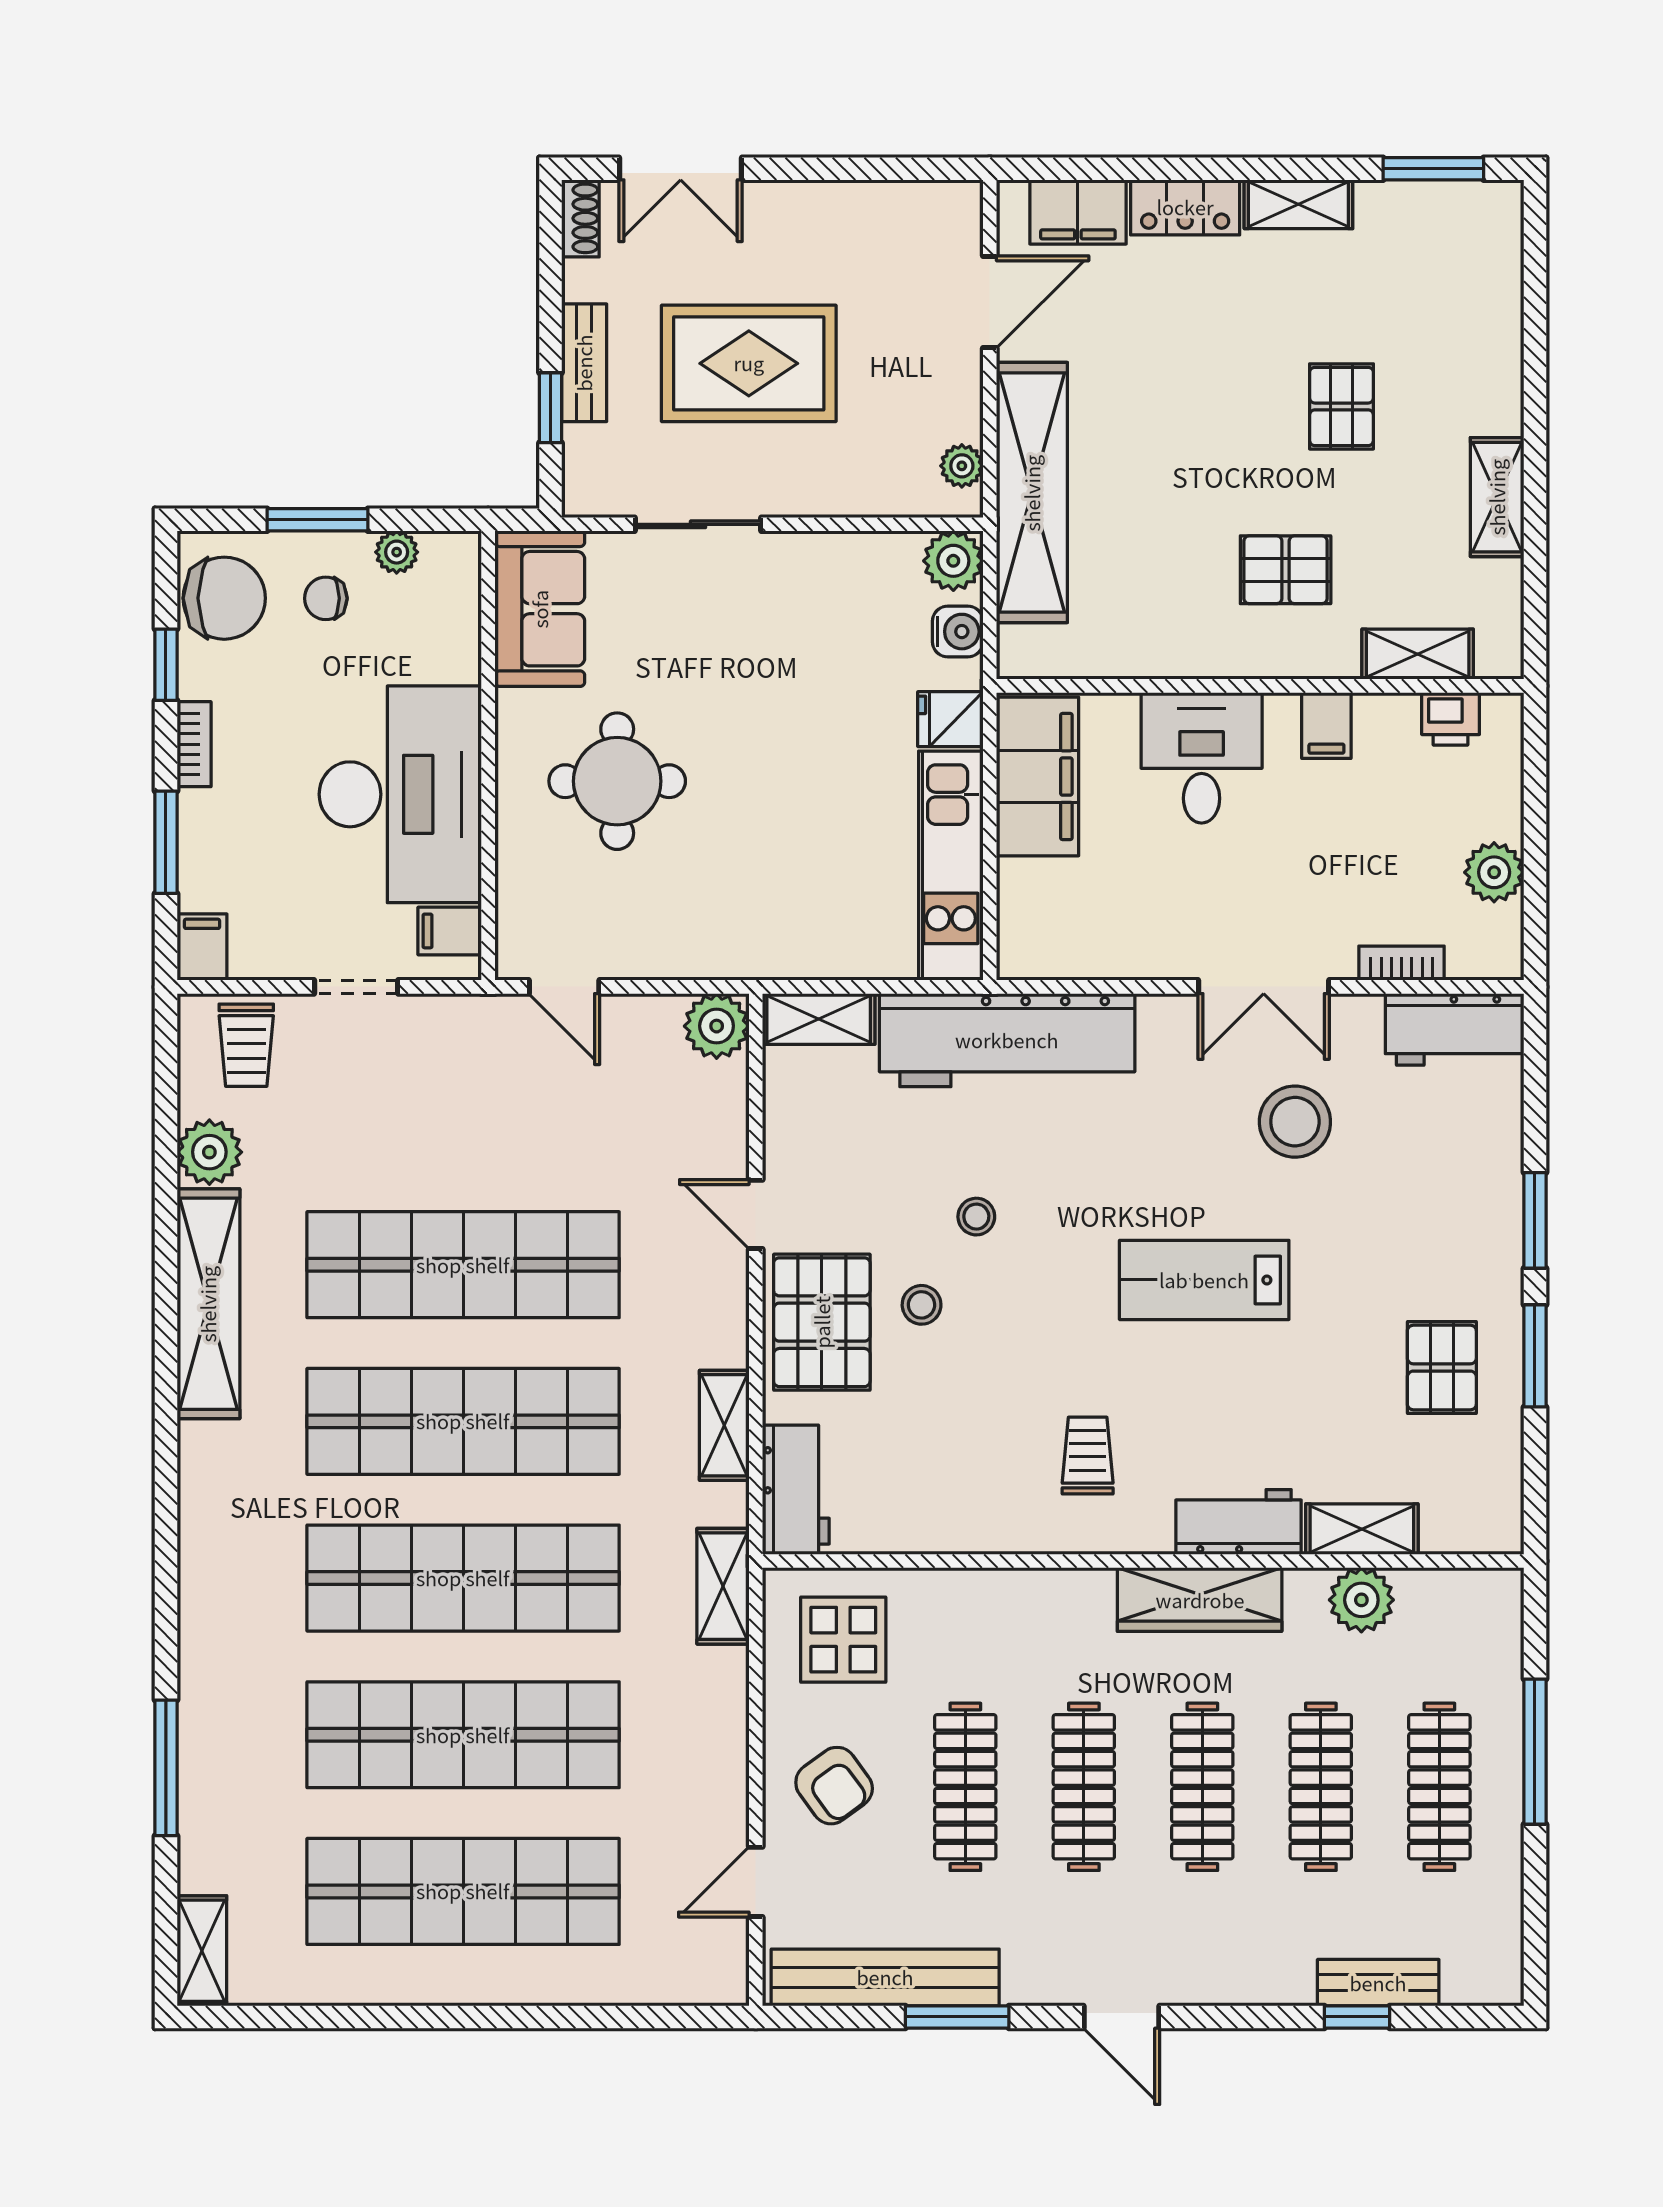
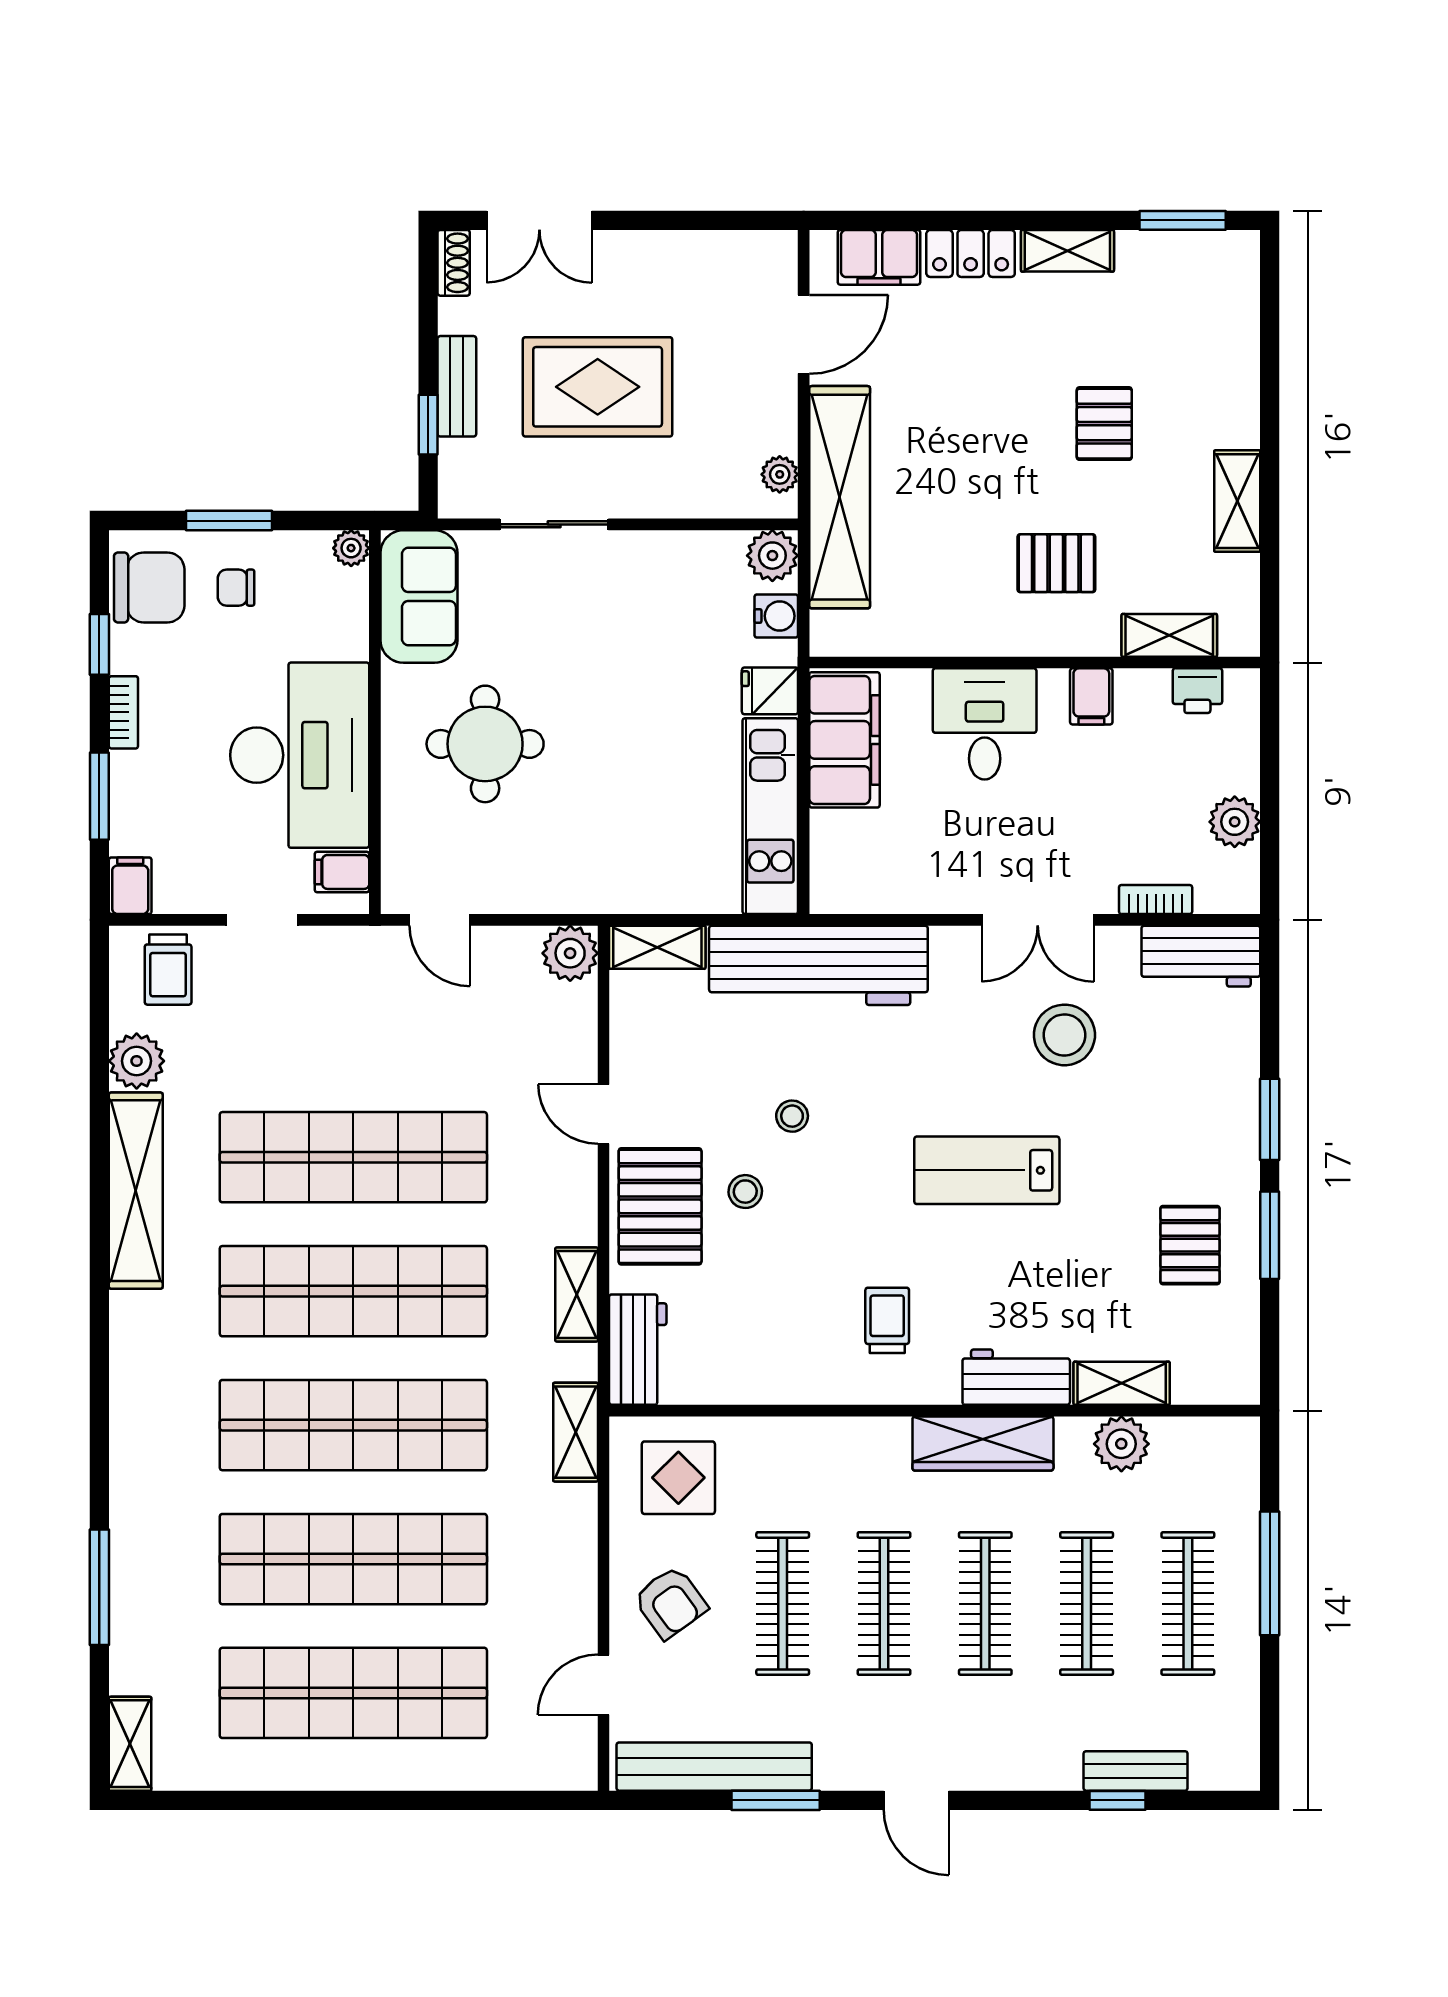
plant: (397, 552) -> (351, 548), moved

